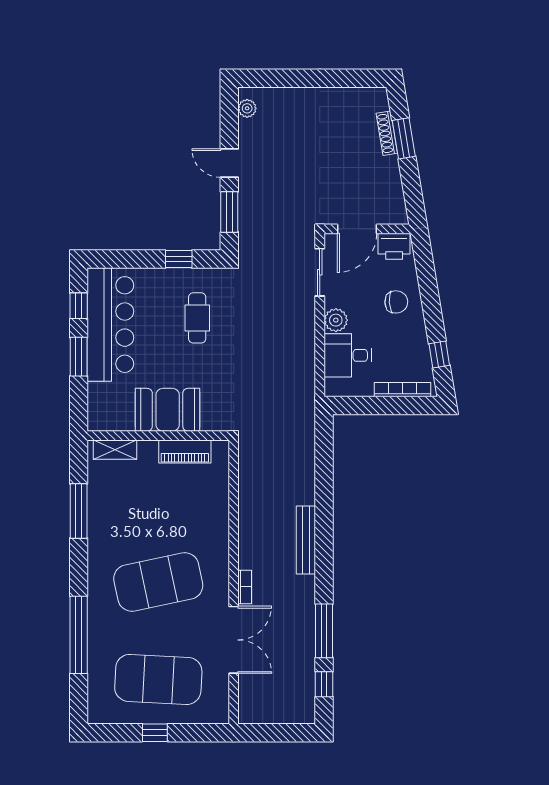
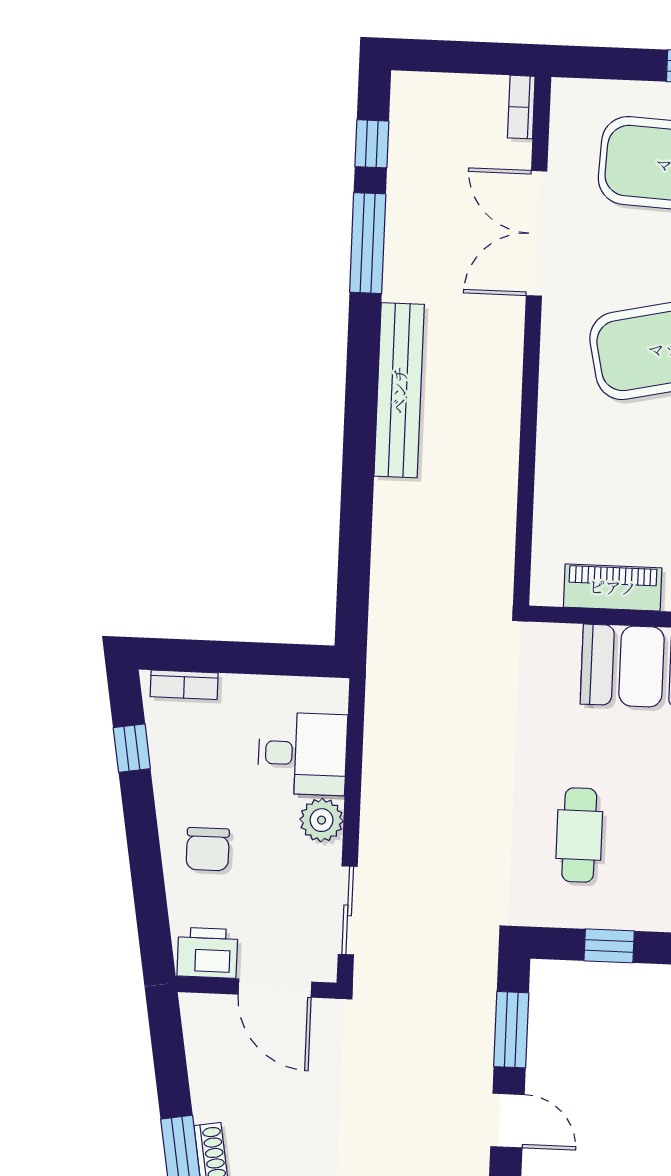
door: (357, 229) -> (275, 988), swing flipped
chair: (396, 302) -> (208, 849), turned -87
bookcase: (402, 390) -> (184, 685), width x0.64
bench: (306, 540) -> (399, 390), width x1.37, depth x1.21
bookcase: (245, 587) -> (521, 107), moved

